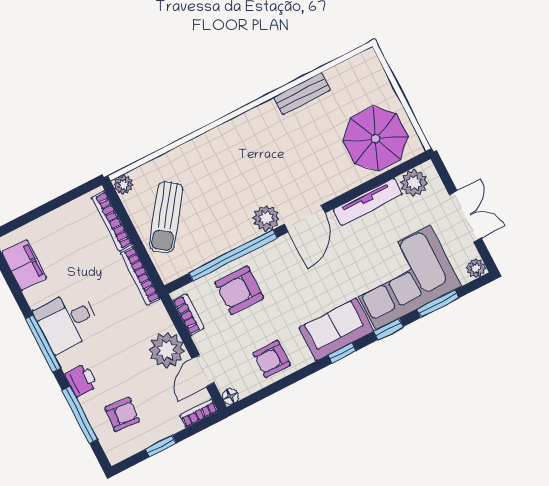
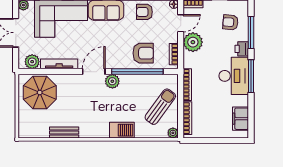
barbecue: (209, 146) -> (122, 130), added
desk: (67, 321) -> (234, 76), width x1.37
armchair: (272, 359) -> (144, 12), turned 180

